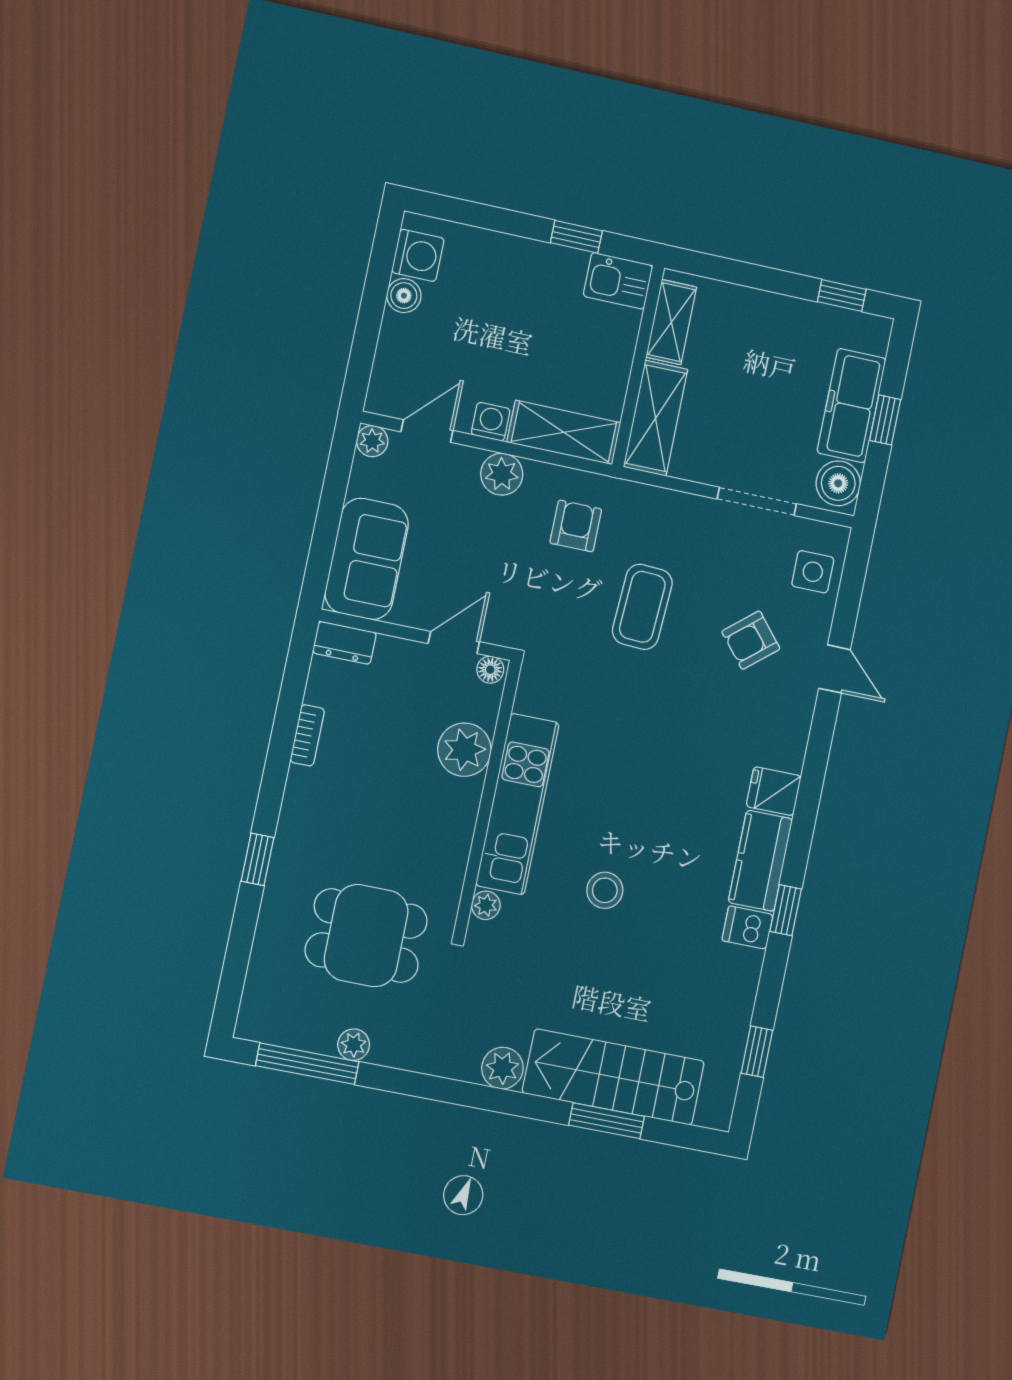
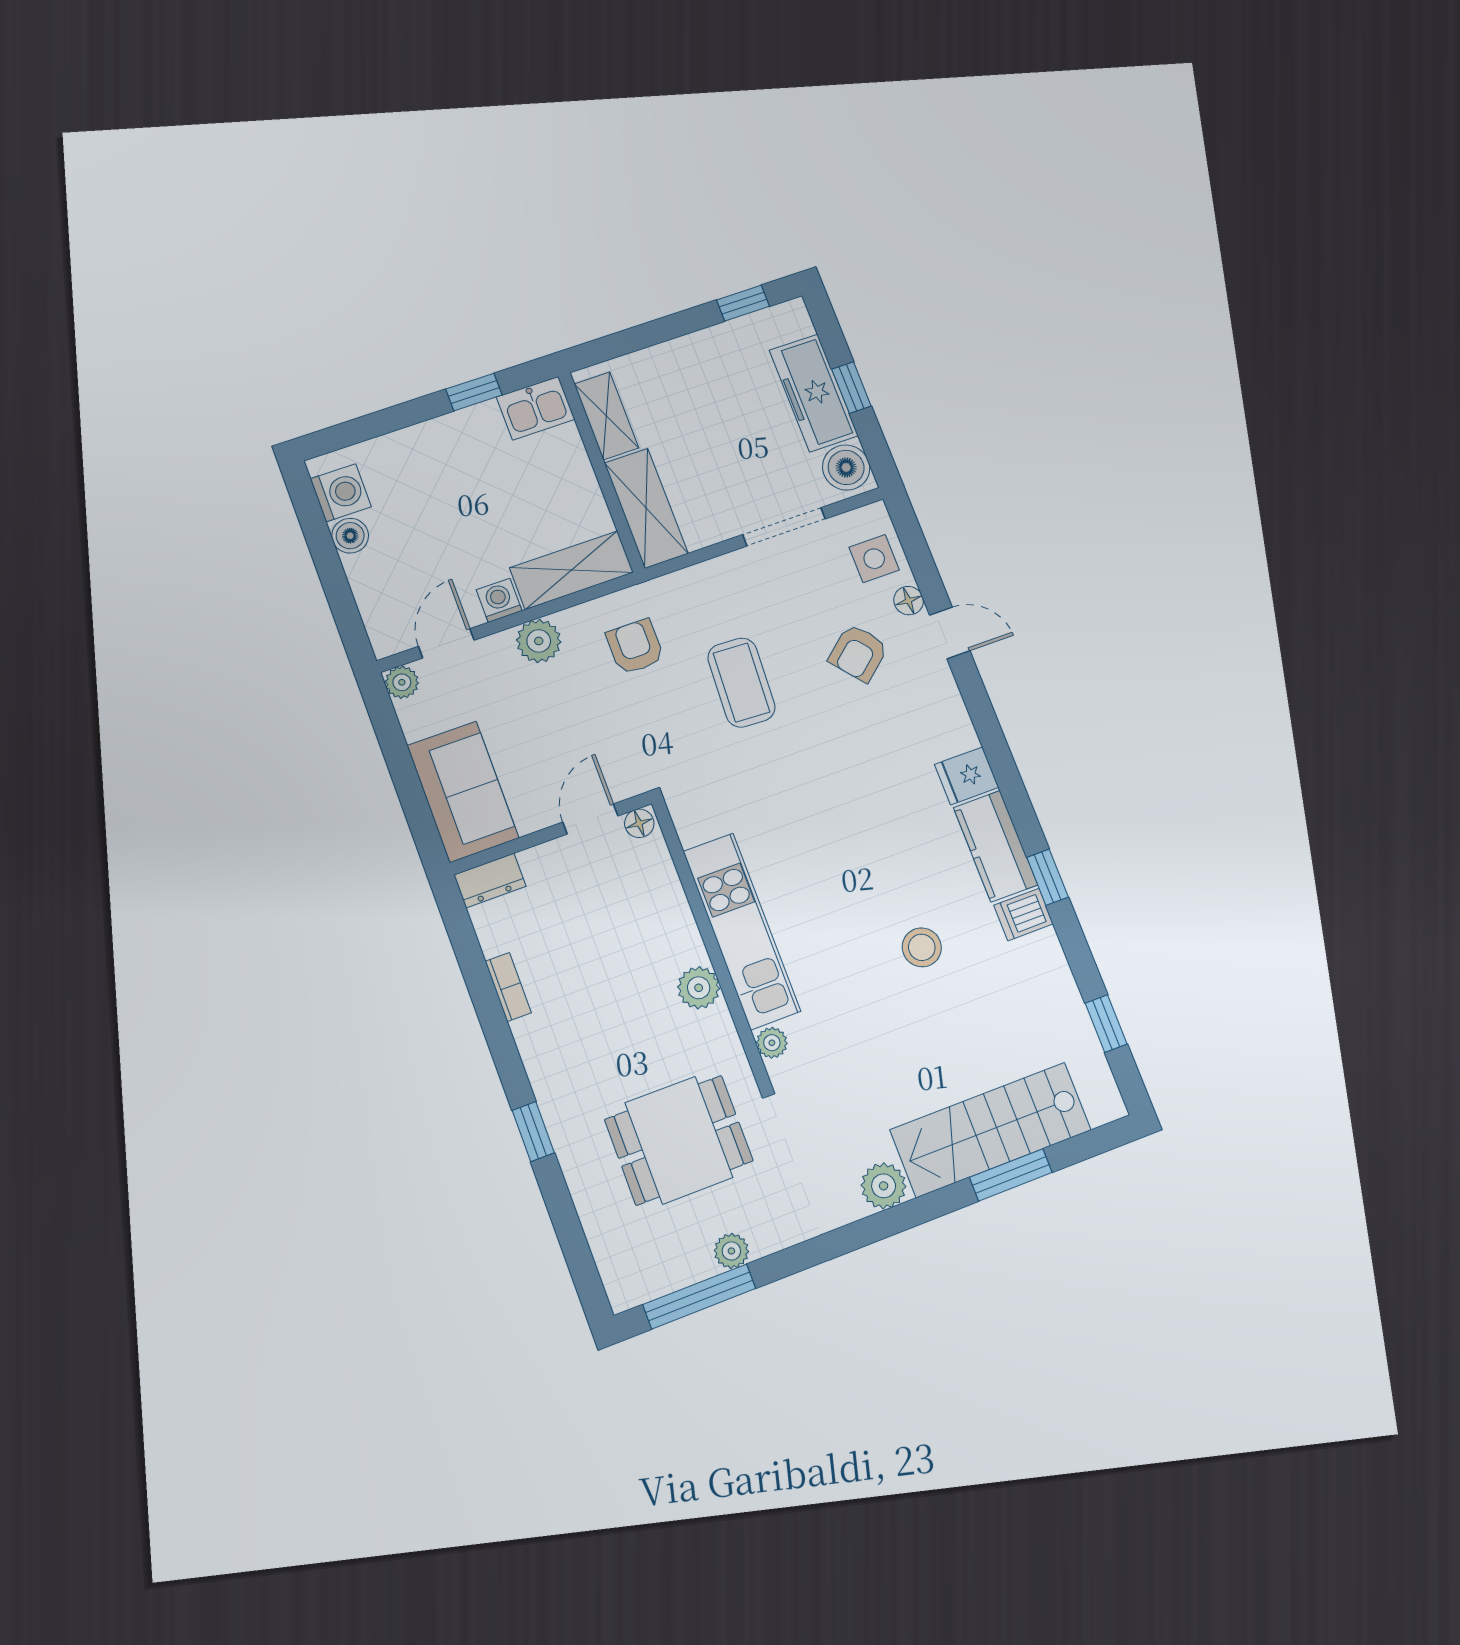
floor lamp: (818, 623) -> (909, 601), added
plant: (464, 750) -> (699, 988), moved, width x0.73, depth x0.73
stool: (605, 890) -> (922, 947), moved

